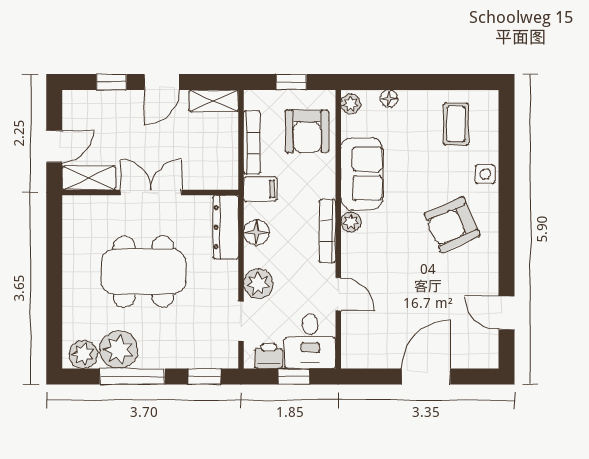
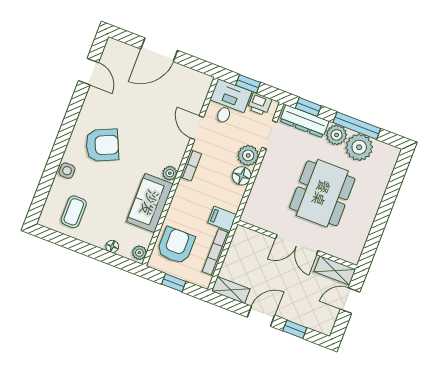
dresser: (226, 227) -> (304, 121), moved, turned 90
bookcase: (327, 231) -> (191, 165), width x0.64
floor lamp: (256, 232) -> (242, 176), moved
dining table: (143, 272) -> (322, 193), turned 90
plant: (83, 354) -> (337, 135), moved

